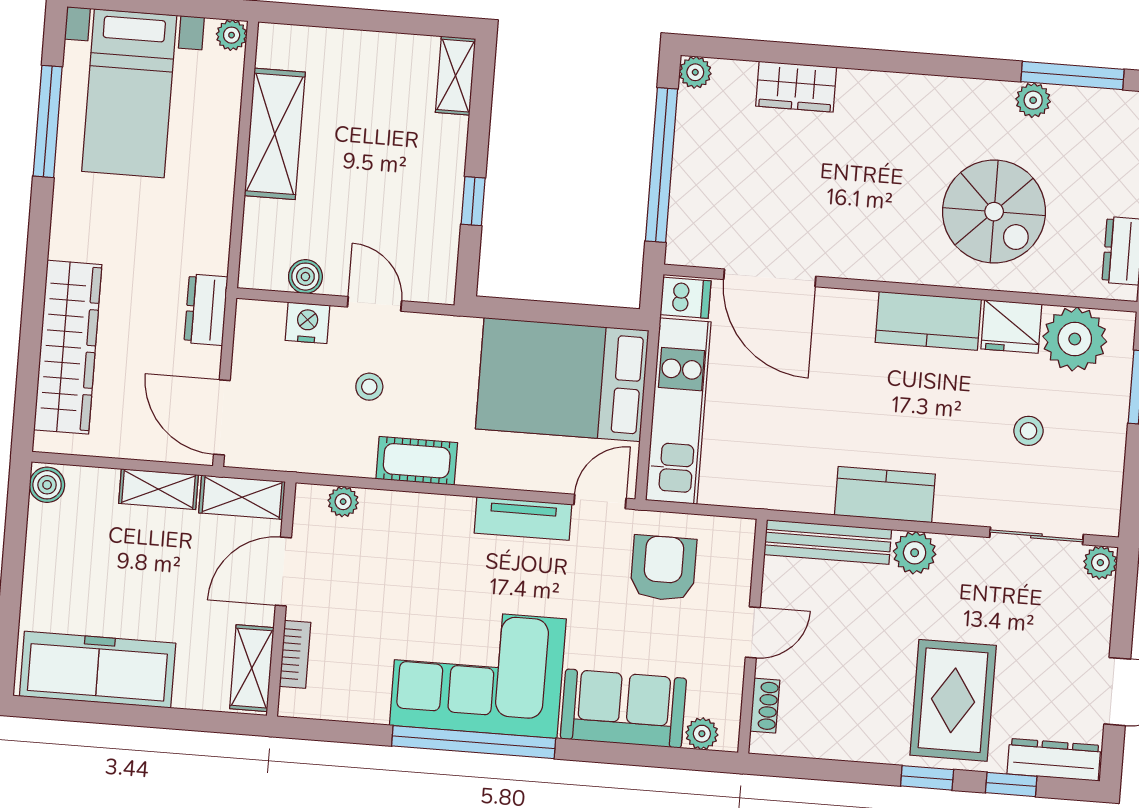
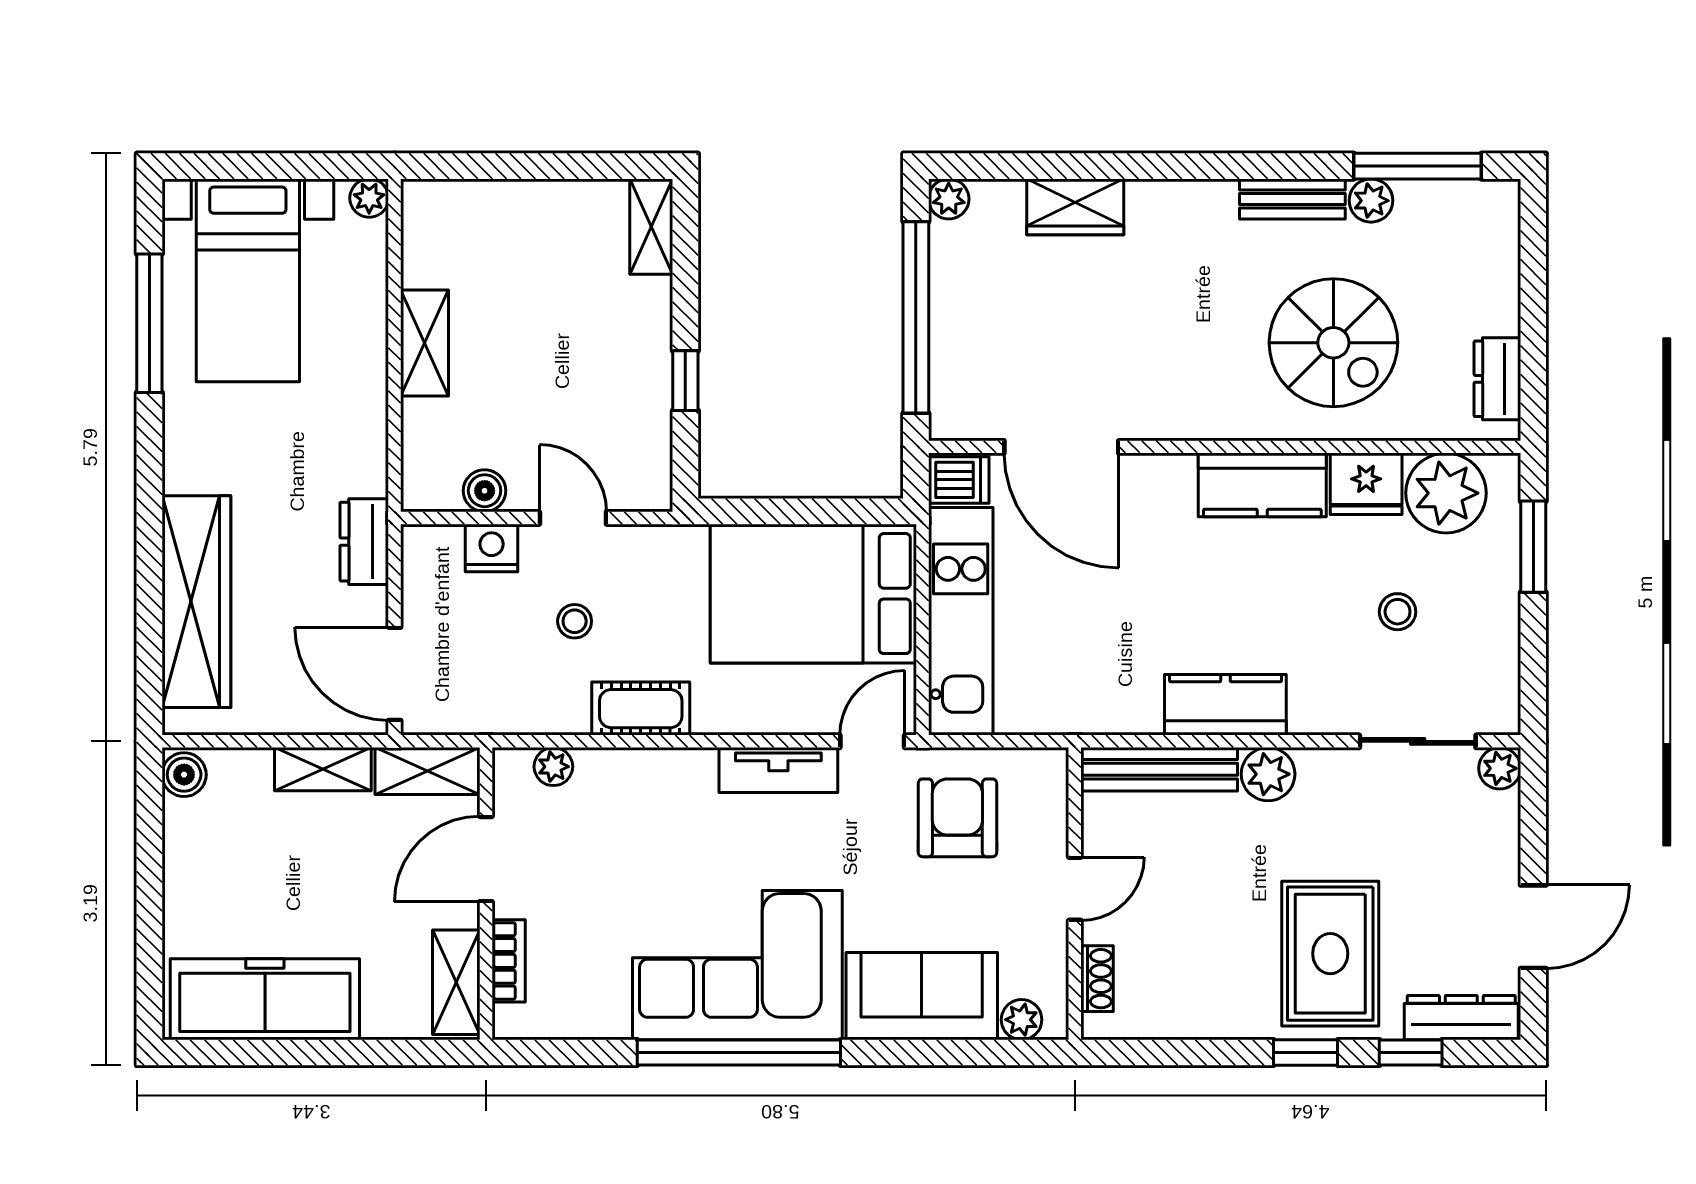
bench: (970, 94) -> (1292, 199), added
shelving: (275, 134) -> (425, 343), width x0.67, depth x0.75

